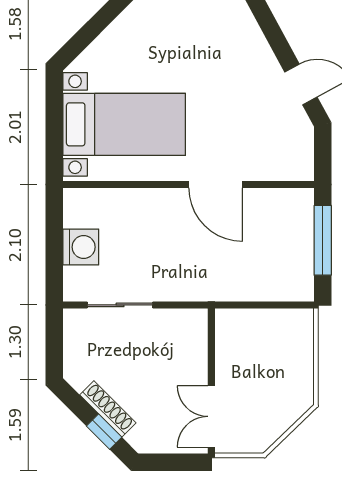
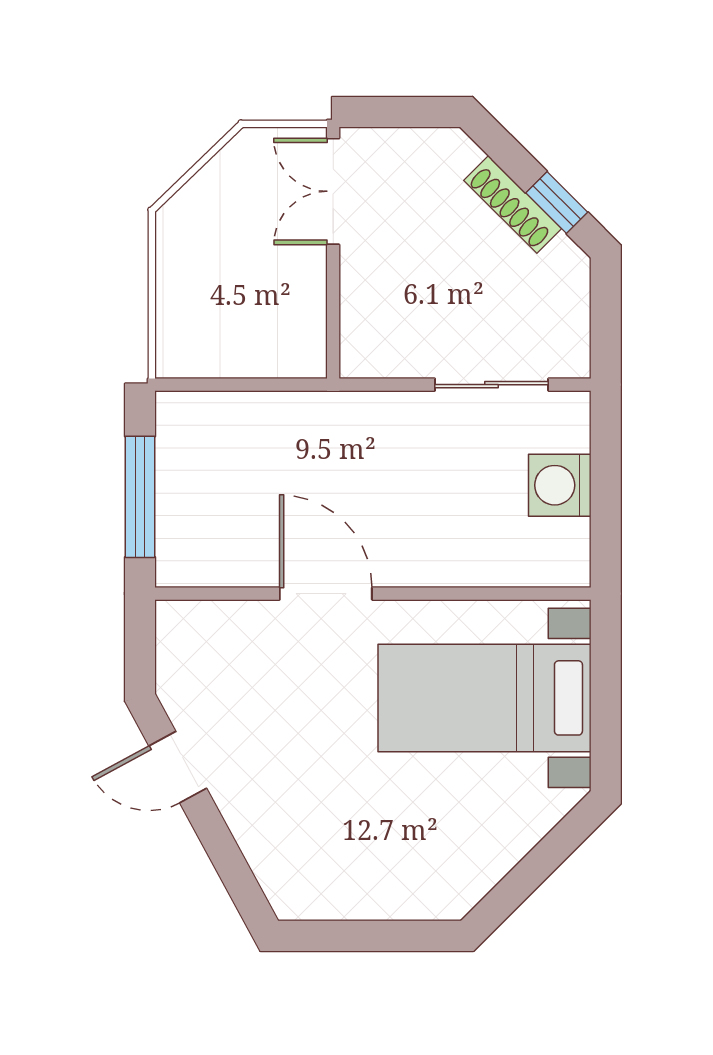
double door: (211, 416) -> (333, 191), swing flipped
window: (104, 432) -> (557, 203), moved

